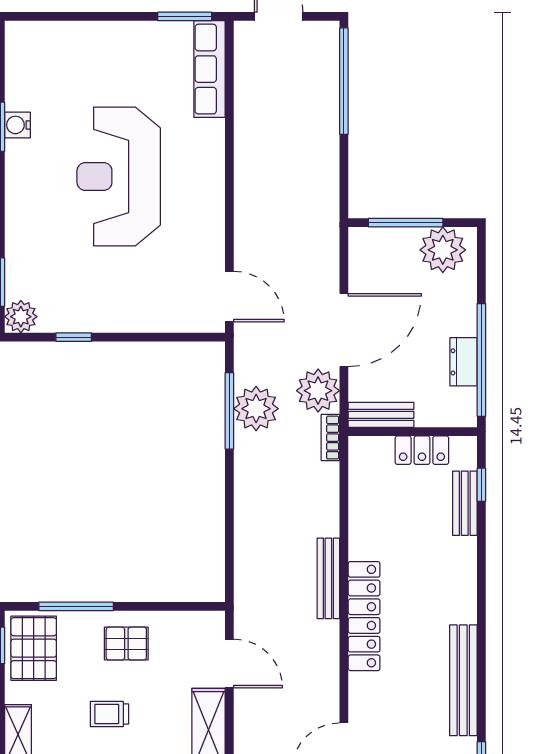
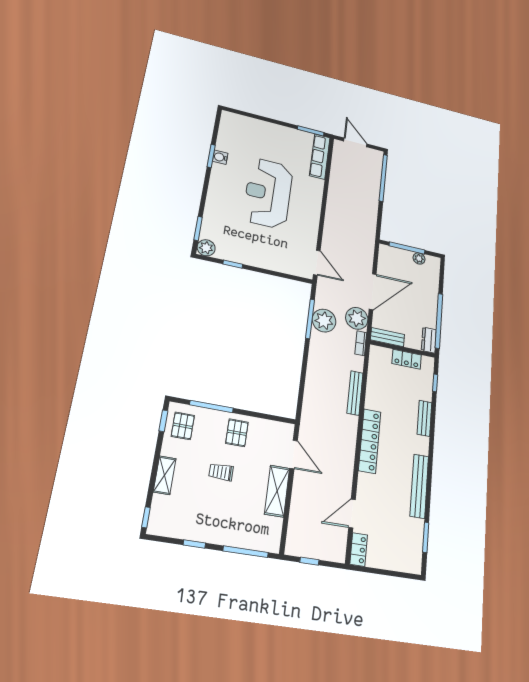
plant: (443, 250) -> (419, 258), width x0.53, depth x0.53
dresser: (464, 362) -> (429, 340), moved
bench: (465, 503) -> (424, 418), moved
bench: (328, 578) -> (355, 393), moved
pallet: (126, 644) -> (237, 433), turned 90
pallet: (34, 648) -> (183, 426), width x0.67, depth x0.71

